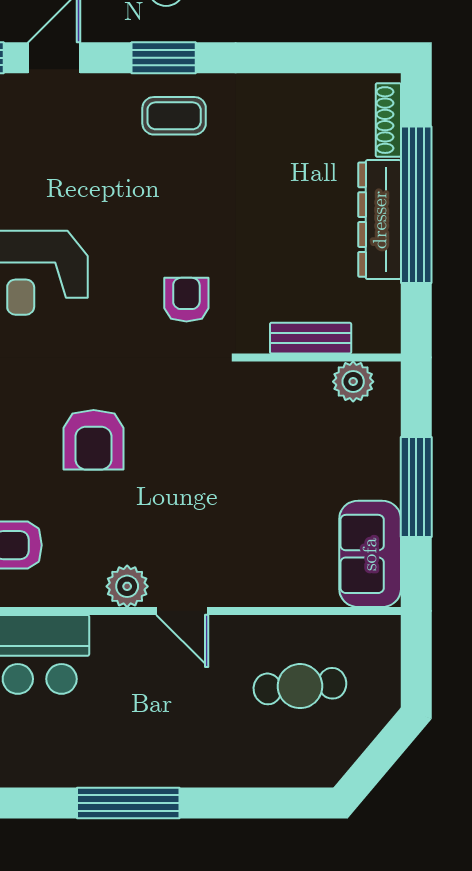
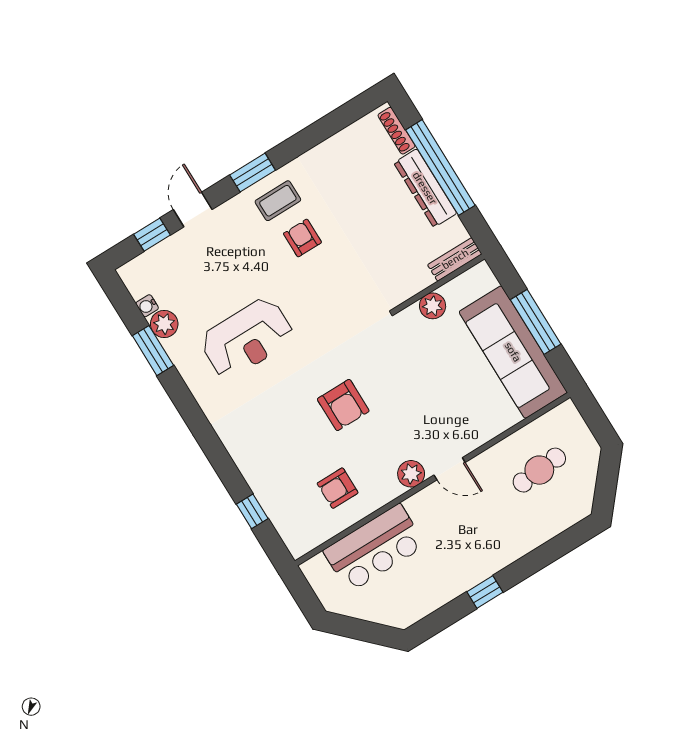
armchair: (186, 300) -> (302, 238), moved
bench: (311, 338) -> (455, 259), moved
plant: (353, 382) -> (433, 306), moved
sofa: (370, 554) -> (513, 352), width x1.85, depth x1.27
window: (128, 803) -> (485, 592), width x0.46

